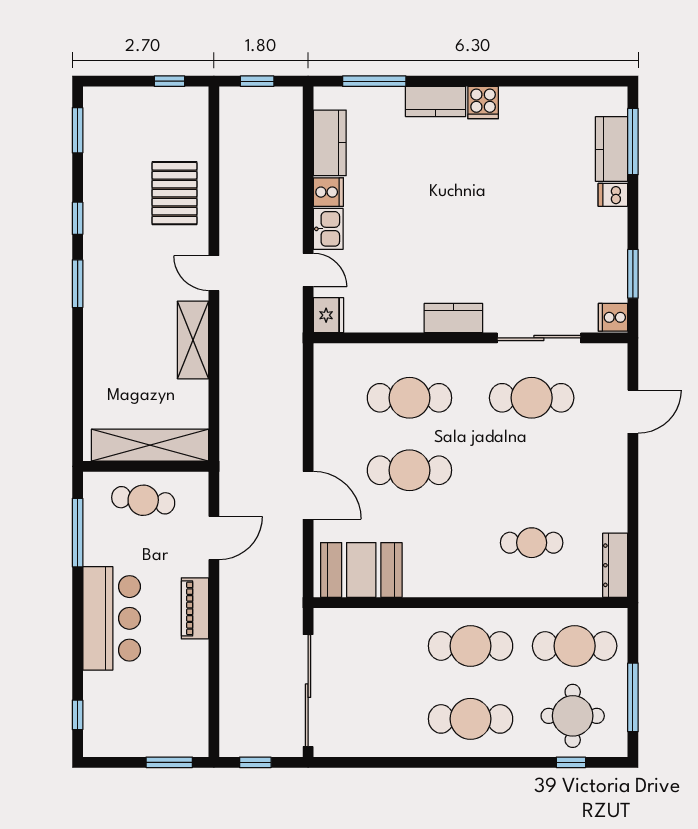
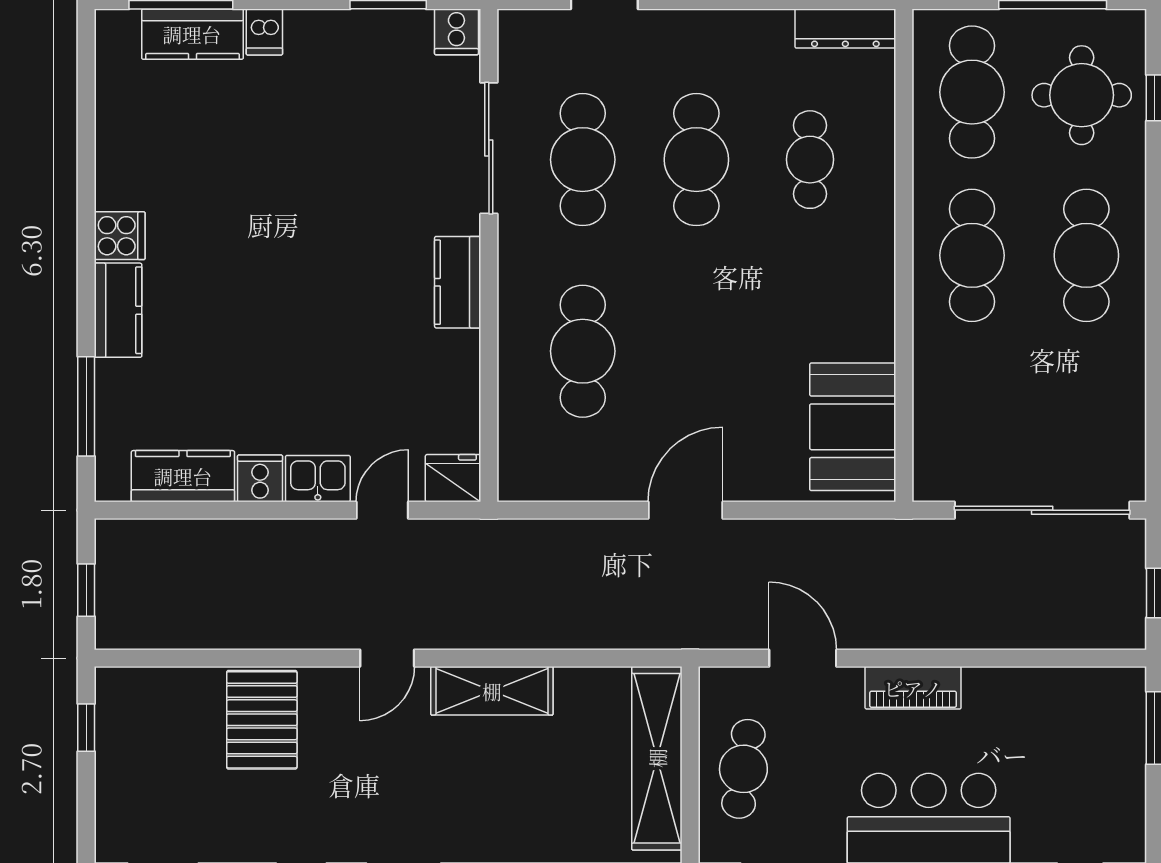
pallet: (174, 193) -> (262, 720), turned 90
cafe table: (409, 470) -> (696, 160), moved
door: (308, 495) -> (685, 510), moved

